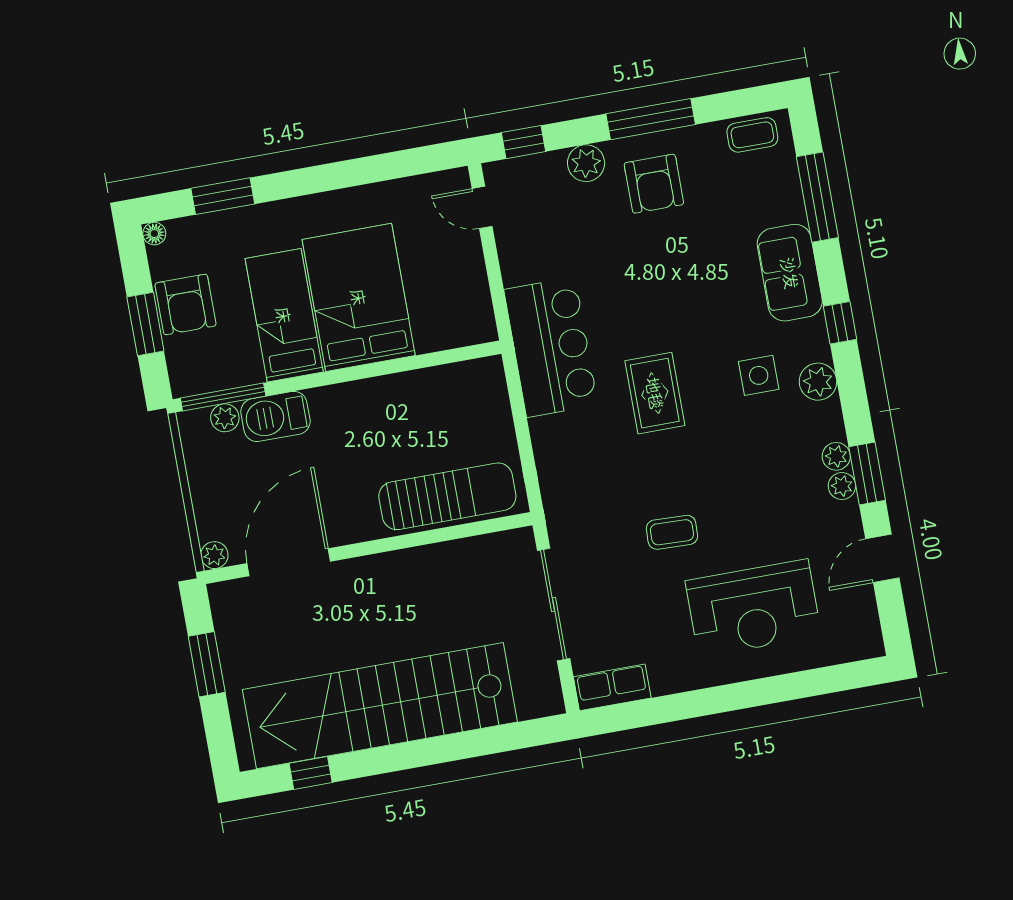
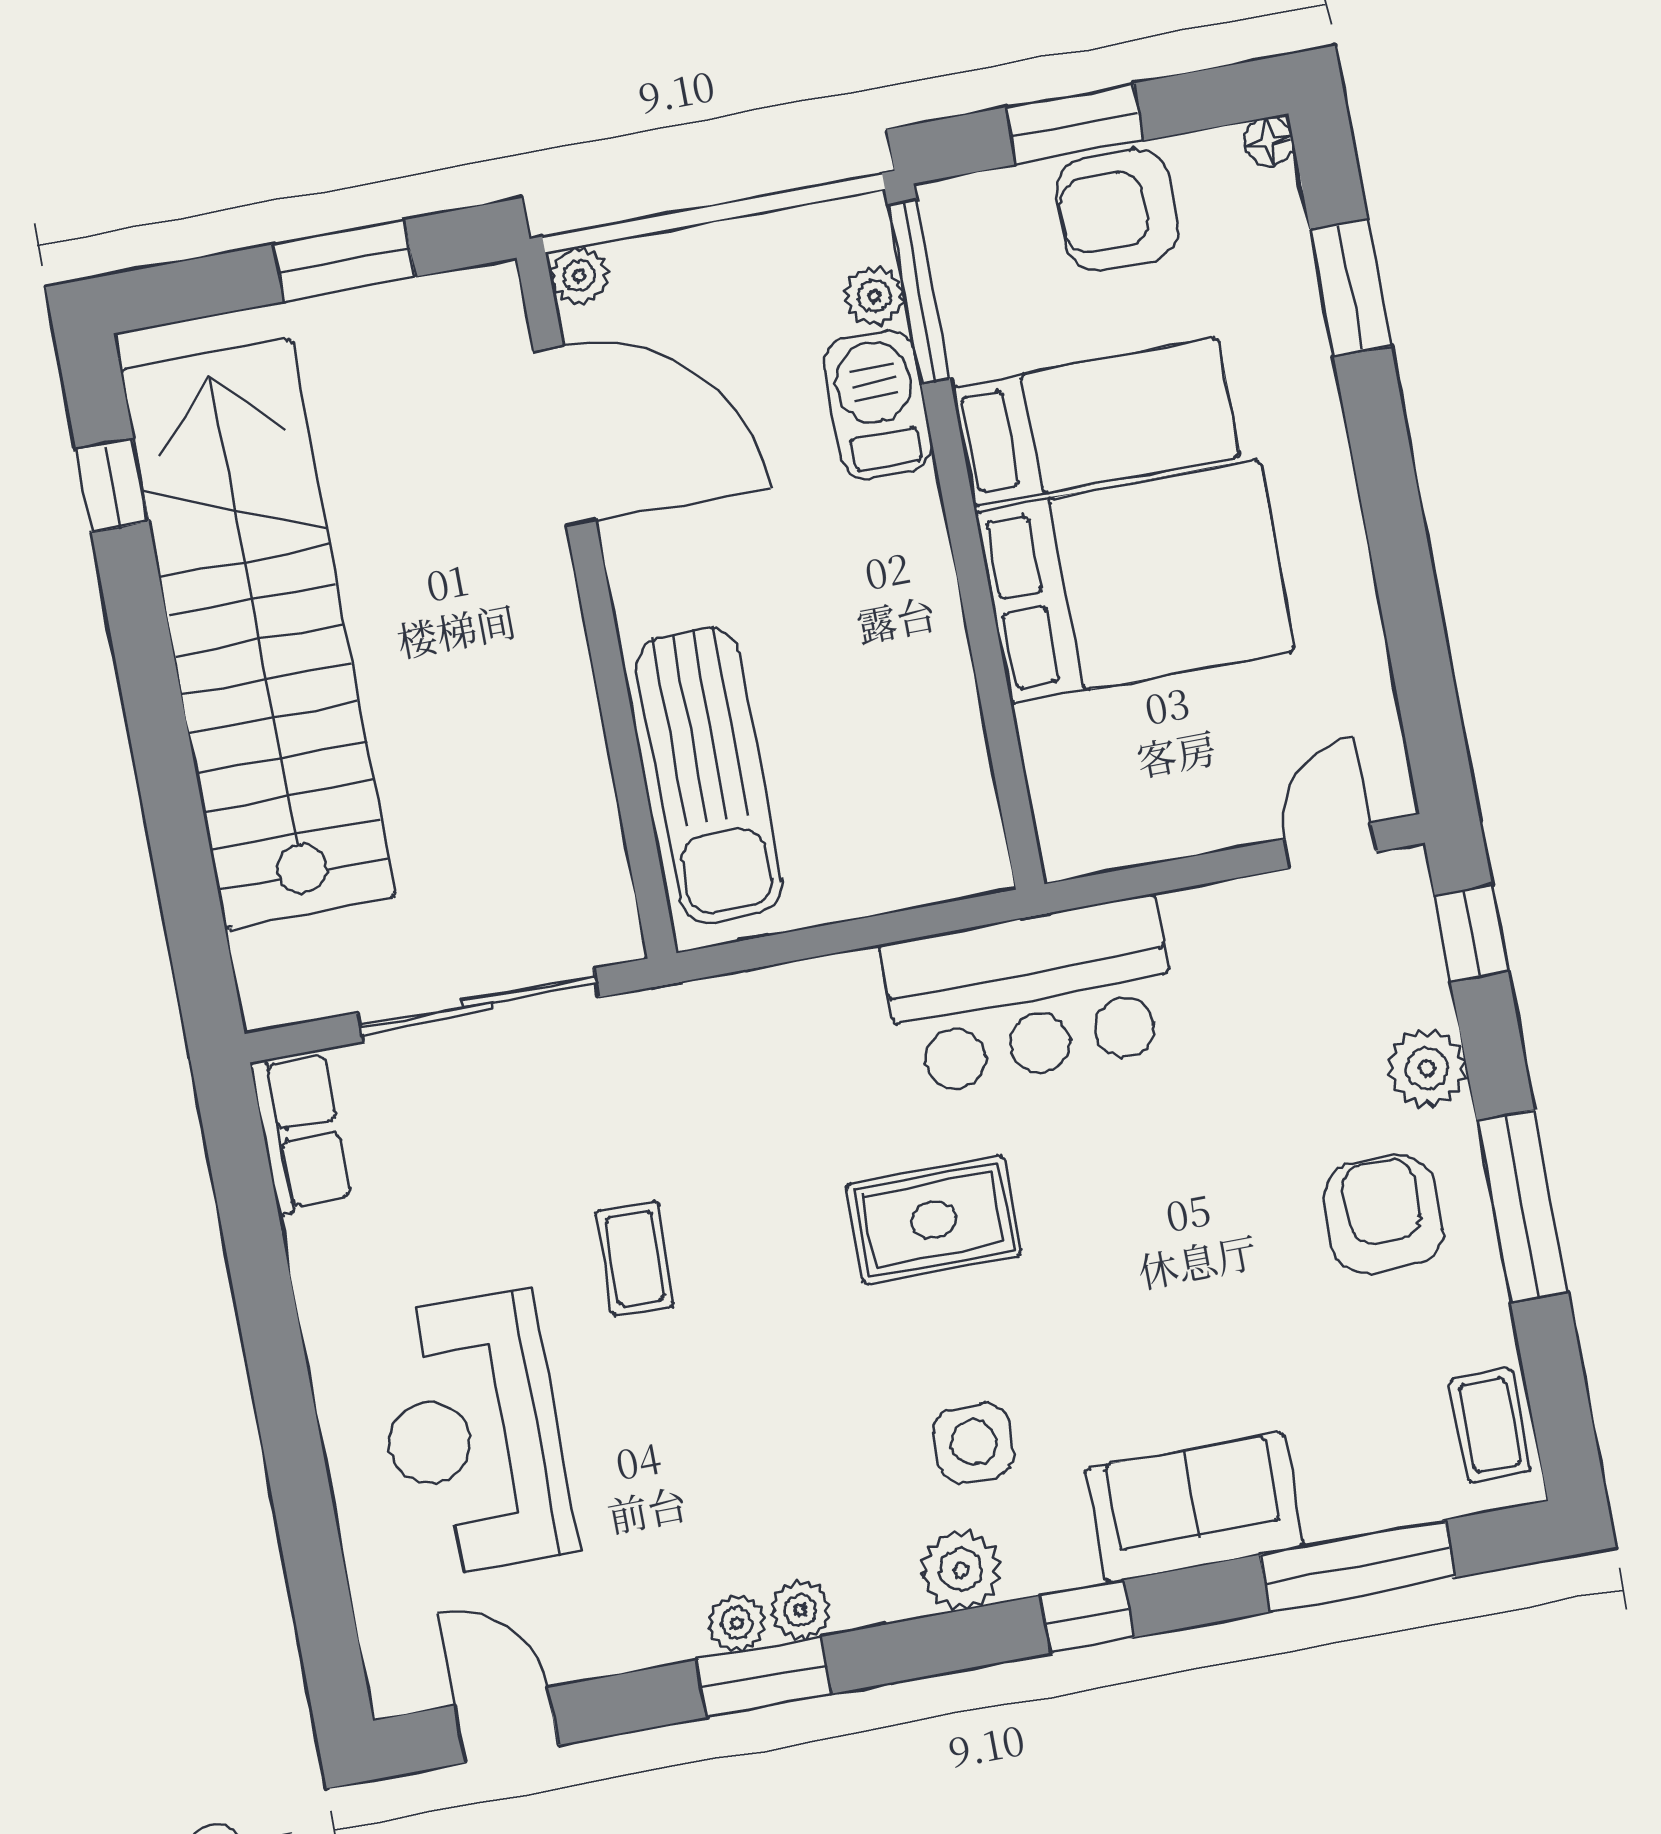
armchair: (654, 184) -> (1384, 1214), turned 90
door: (882, 558) -> (506, 1725), moved

